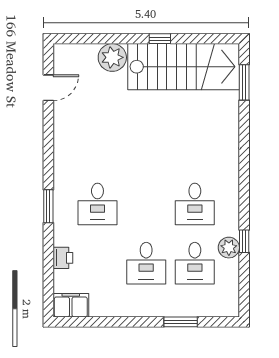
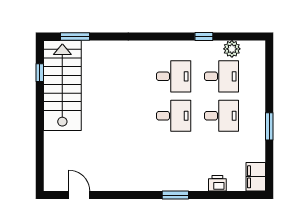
window: (160, 39) -> (40, 73), moved
plant: (112, 57) -> (55, 143), removed
desk: (97, 204) -> (174, 116), moved
plant: (229, 248) -> (232, 49), moved
window: (181, 322) -> (269, 126), moved

